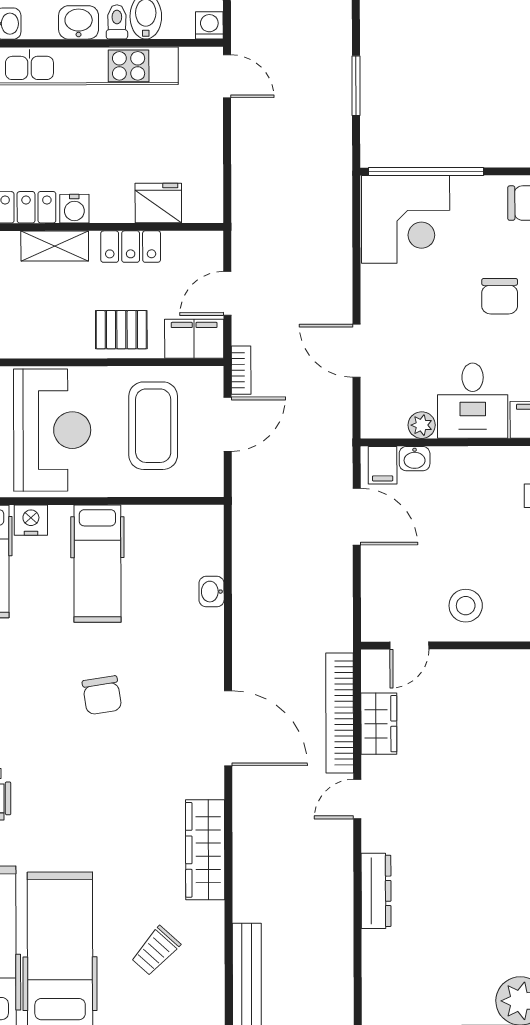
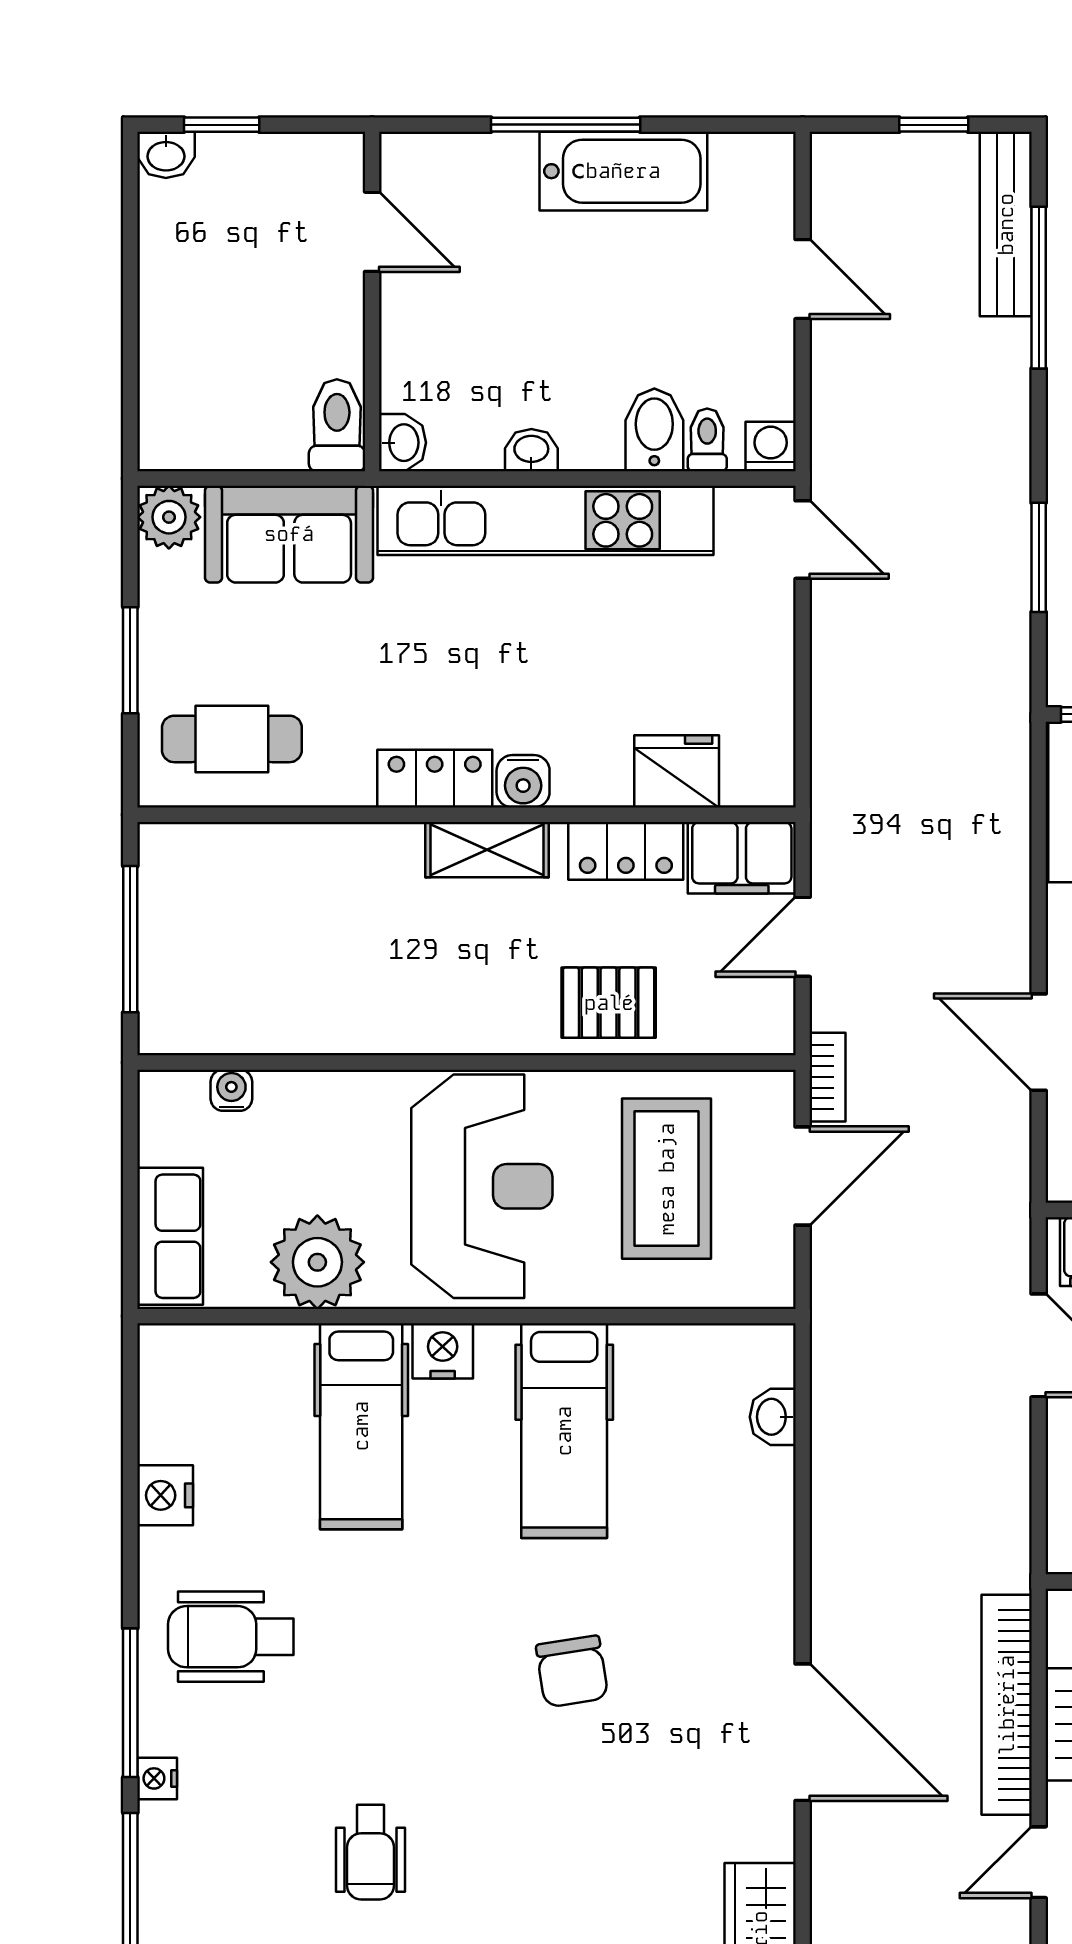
washbasin: (79, 22) -> (531, 450), width x0.72, depth x0.69
toilet: (117, 22) -> (707, 440), moved
filing cabinet: (194, 339) -> (742, 858), moved, turned 180
washbasin: (212, 592) -> (773, 1417), moved

